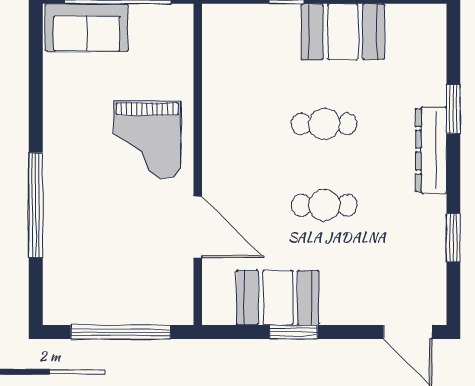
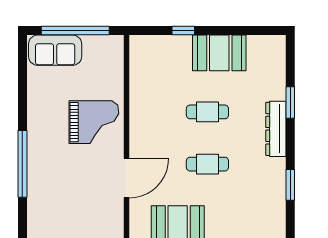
grand piano: (147, 140) -> (94, 122), turned -90
door: (198, 227) -> (126, 178), hinge flipped

